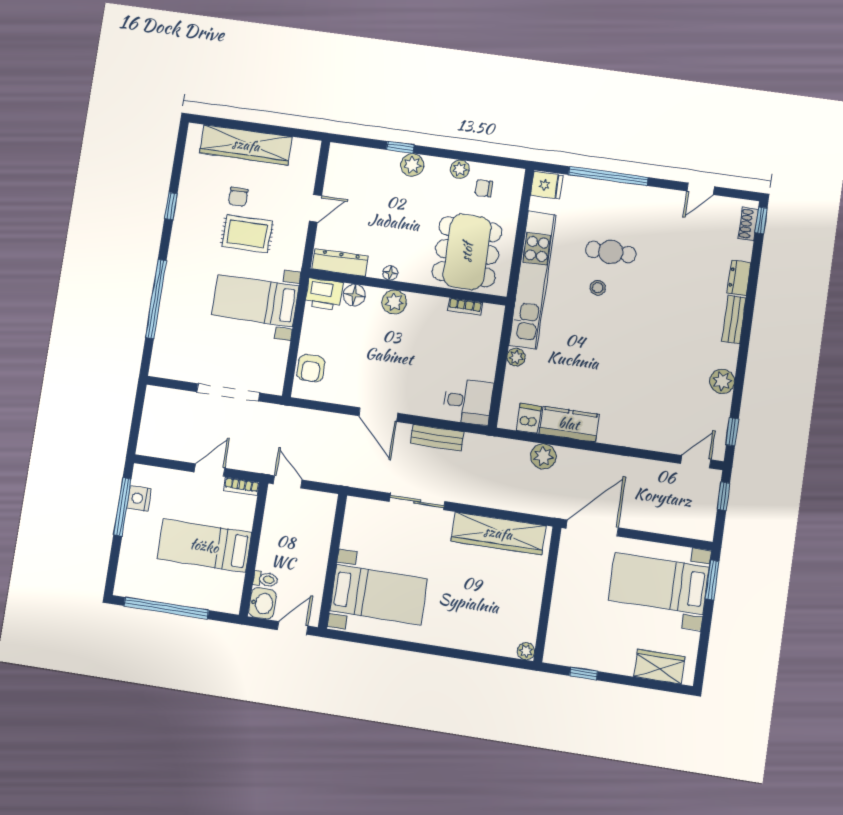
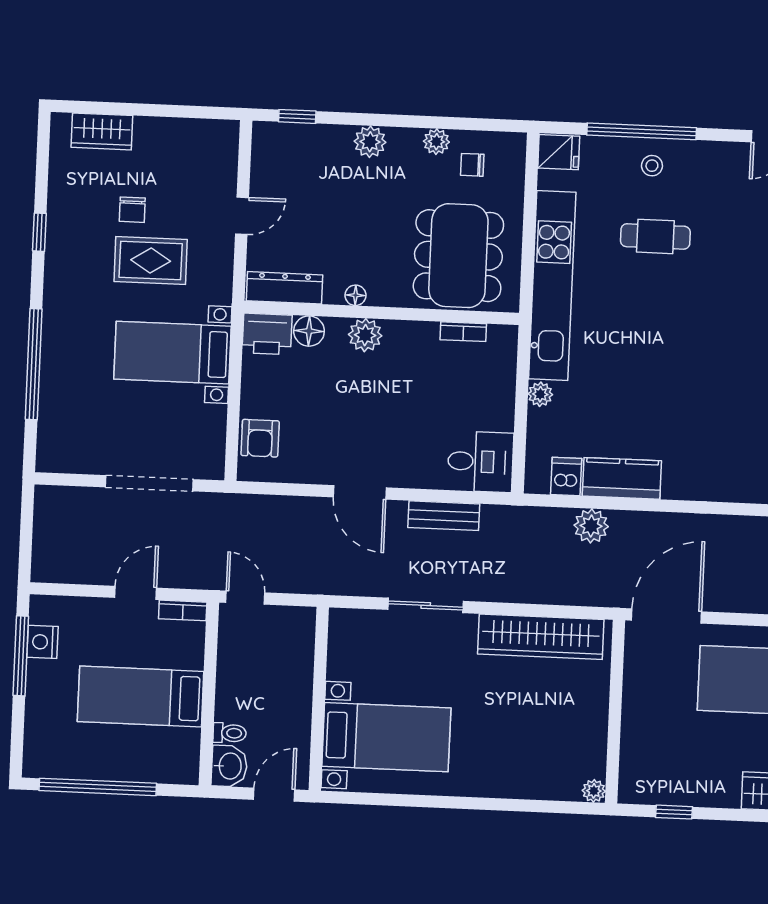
wardrobe: (246, 145) -> (102, 131), width x0.48, depth x0.85
window: (400, 147) -> (297, 116), moved
stool: (598, 288) -> (652, 166), moved

